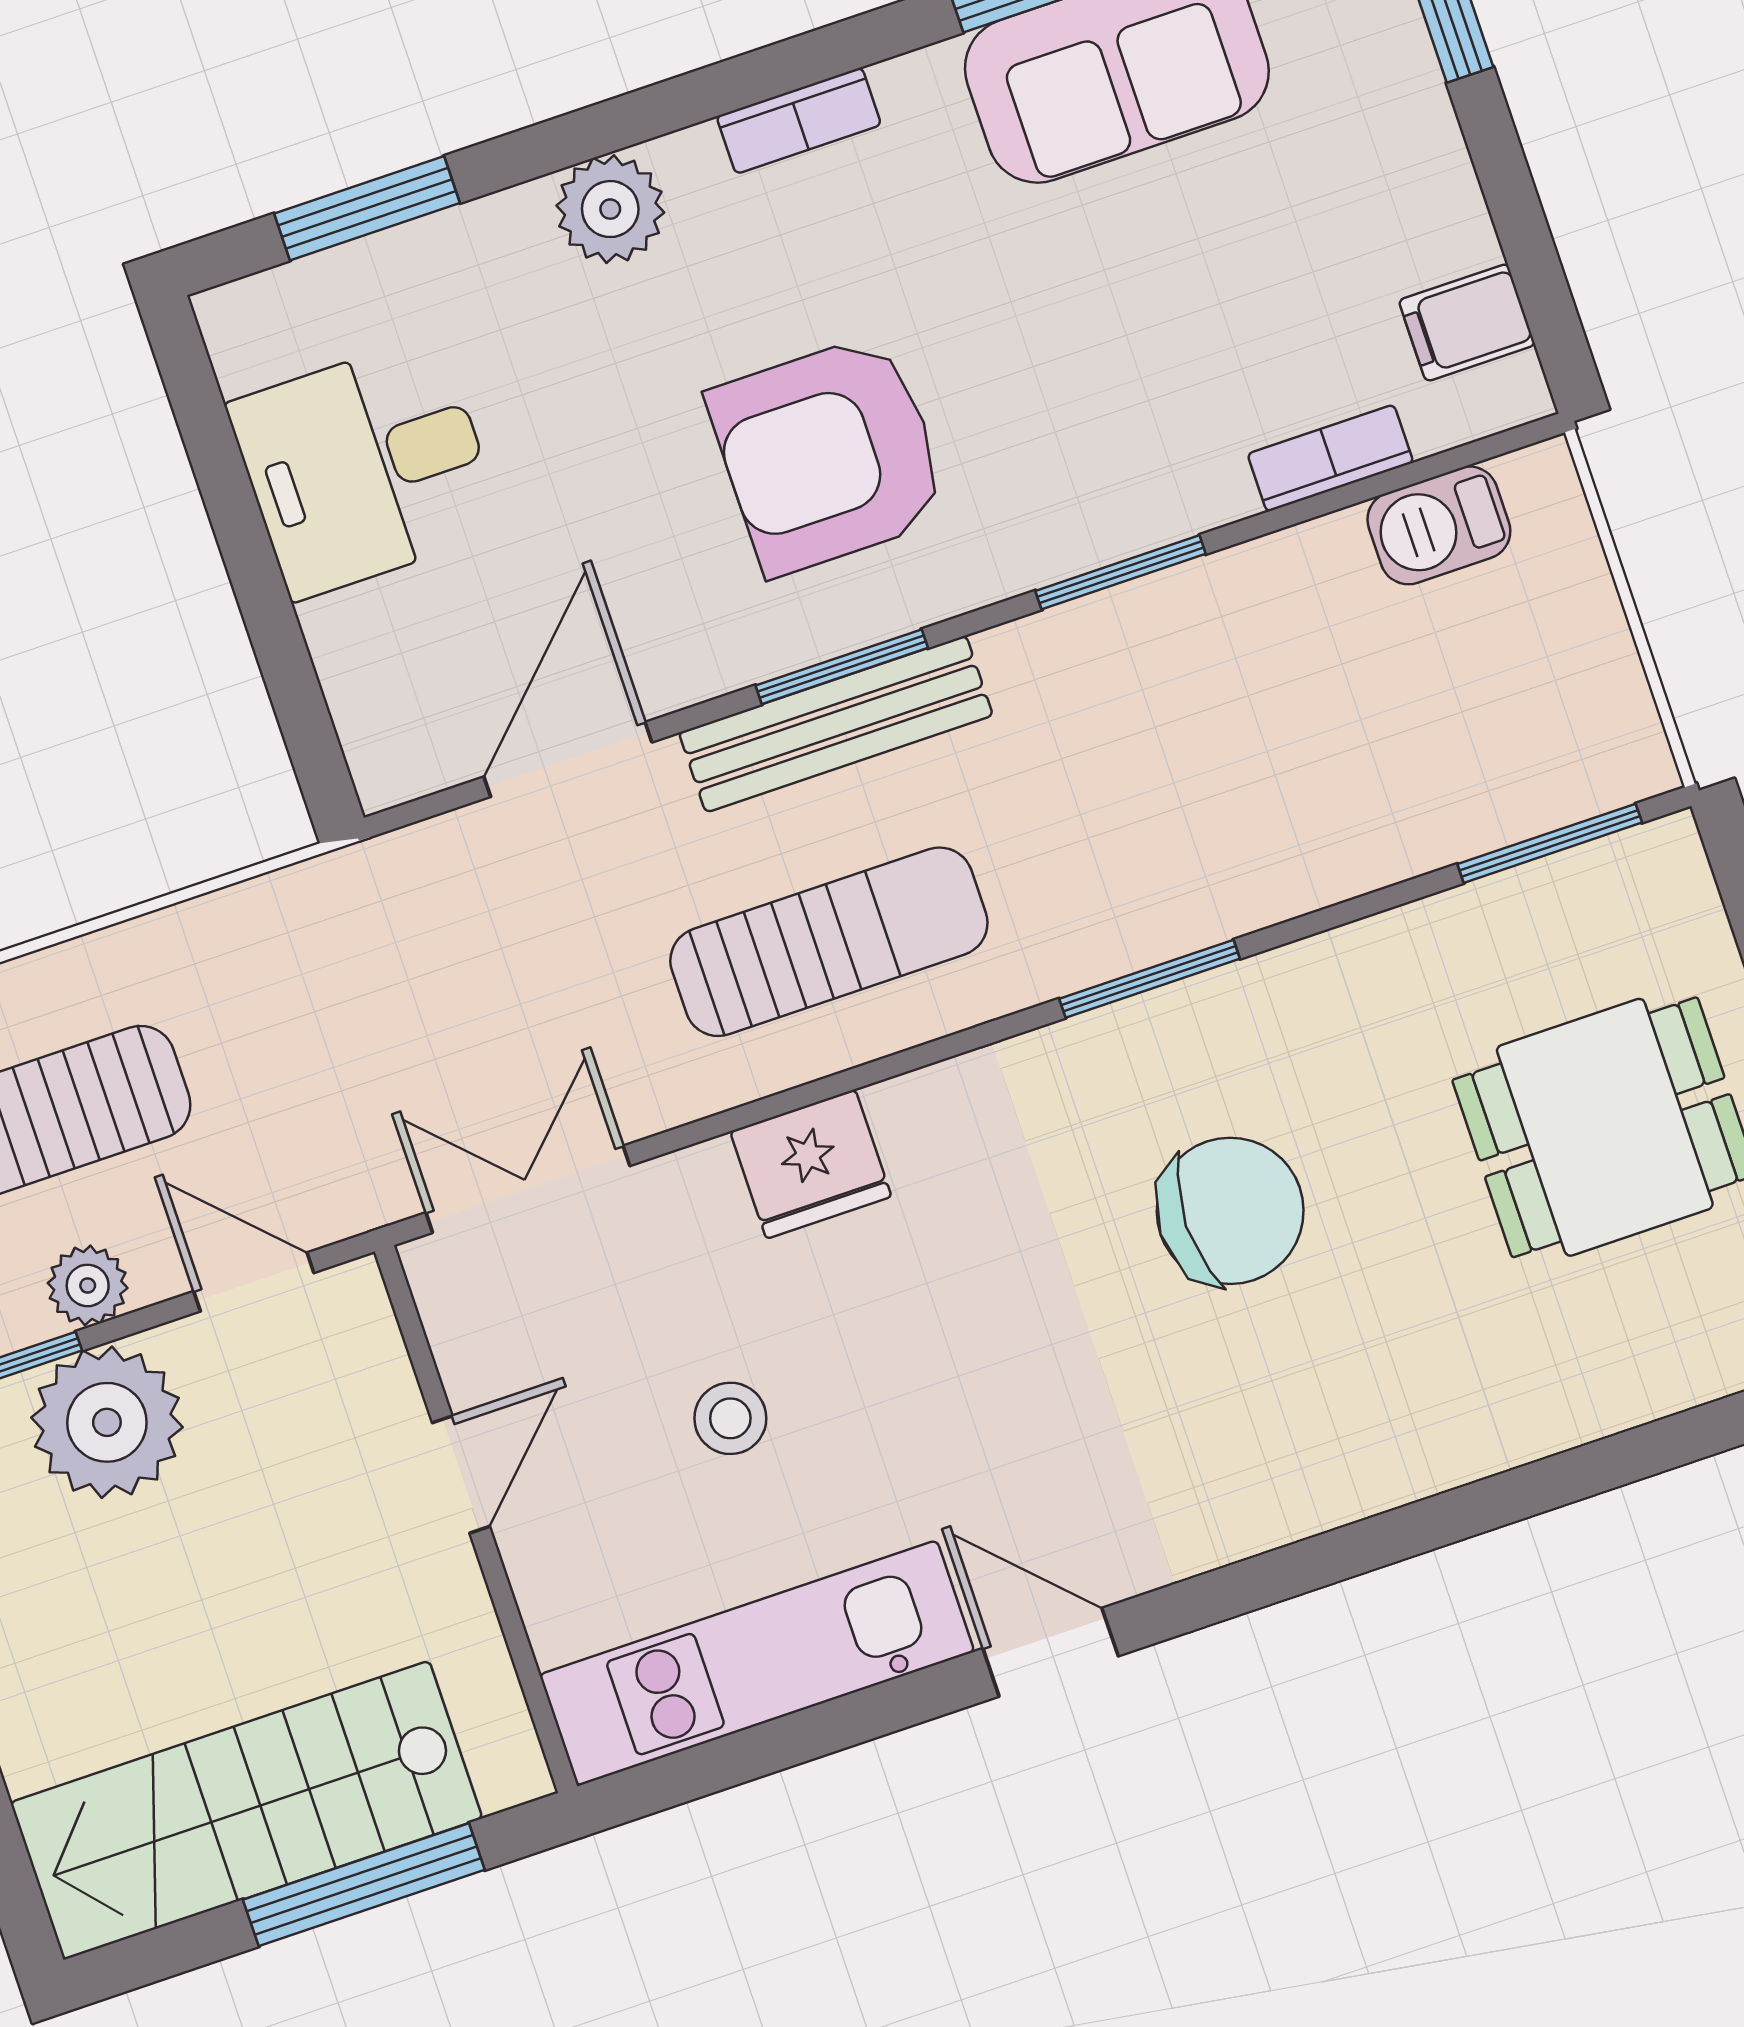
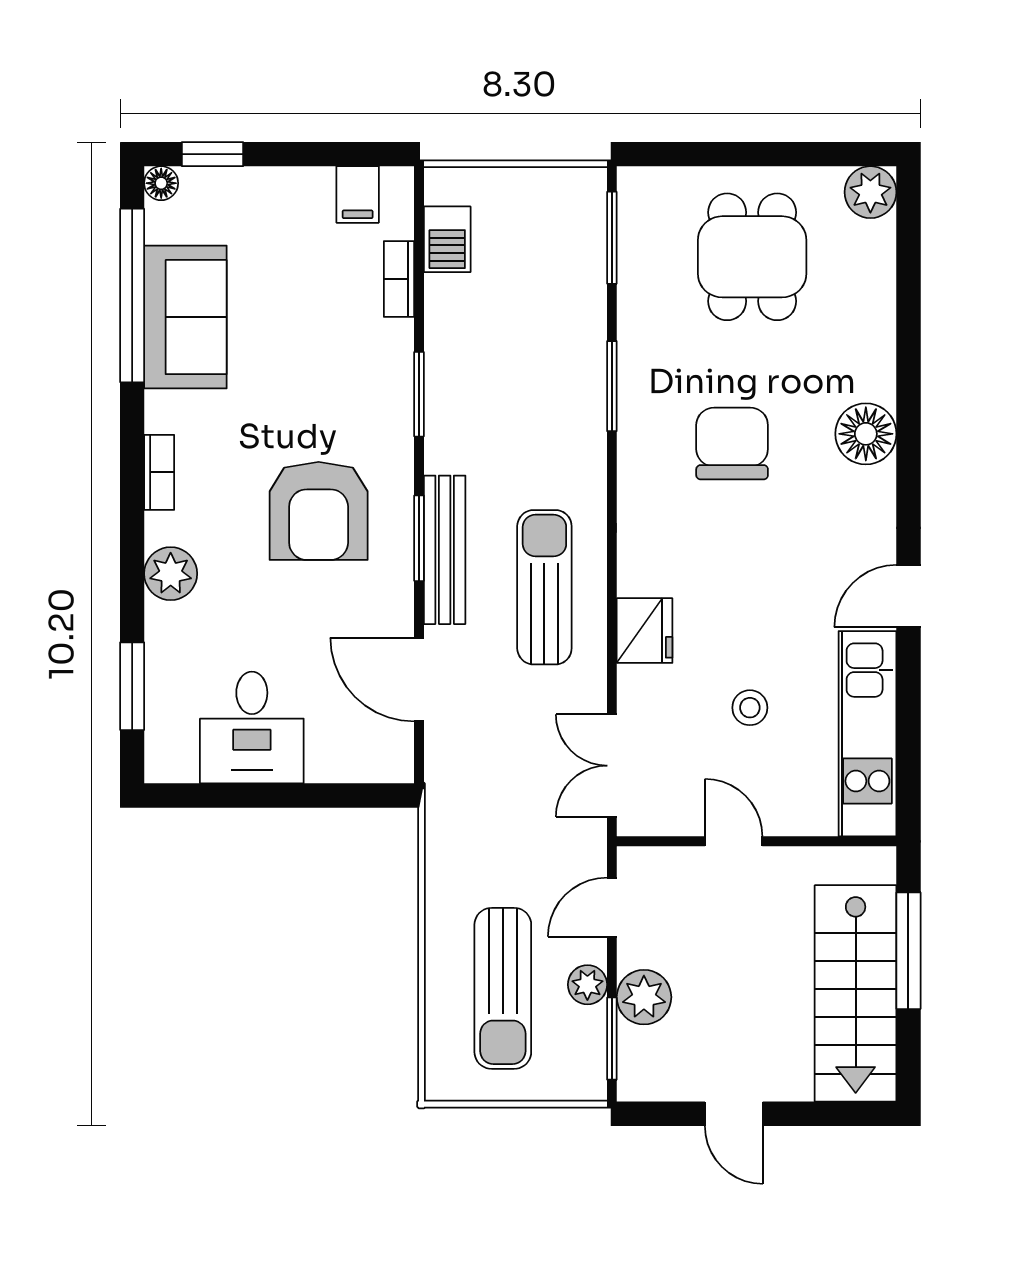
window: (1150, 979) -> (612, 386), moved
plant: (107, 1422) -> (644, 997), width x0.73, depth x0.73
floor lamp: (1337, 1463) -> (866, 434), added

